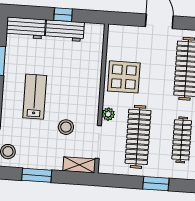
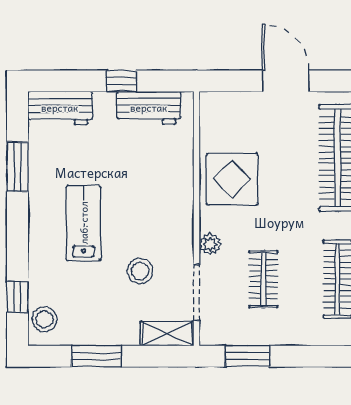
workbench: (65, 31) -> (149, 108), moved
clothes rail: (138, 137) -> (263, 279), width x0.54, depth x0.76
window: (156, 184) -> (247, 356), moved

